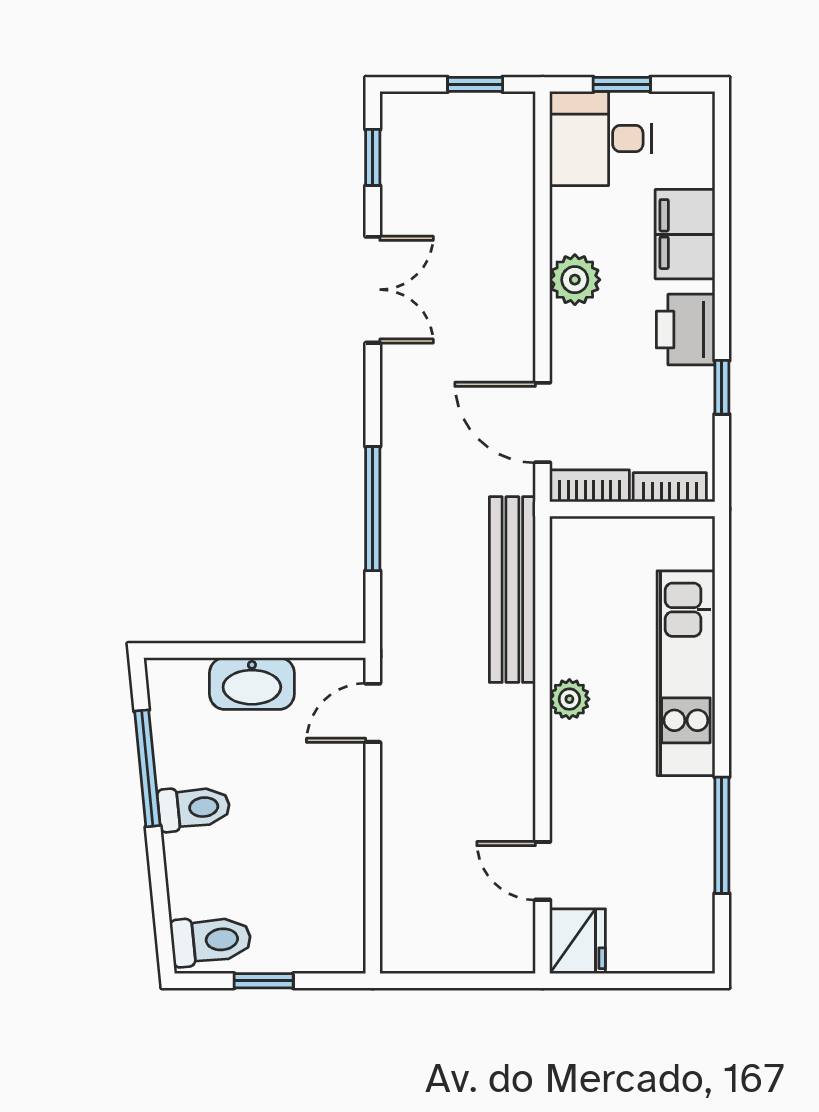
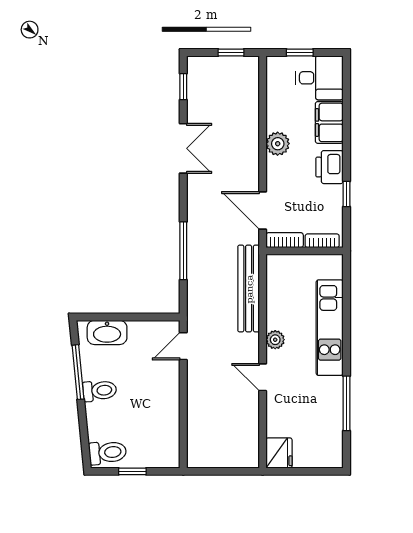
desk: (600, 139) -> (319, 78), moved, turned 180
washbasin: (252, 684) -> (107, 332), moved
door: (543, 871) -> (263, 377), moved

